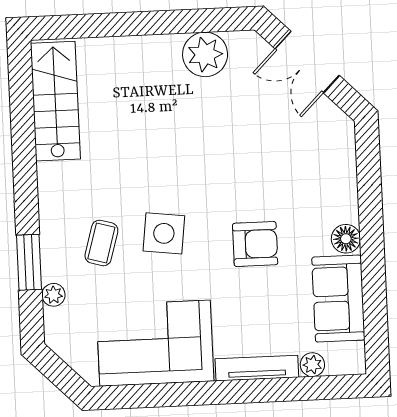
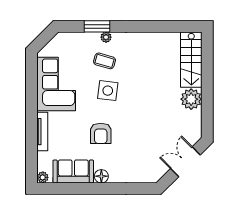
plant: (205, 54) -> (191, 99), moved
stairs: (55, 101) -> (191, 60), moved, turned 90
plant: (53, 295) -> (106, 37), moved
plant: (312, 365) -> (43, 177), moved

